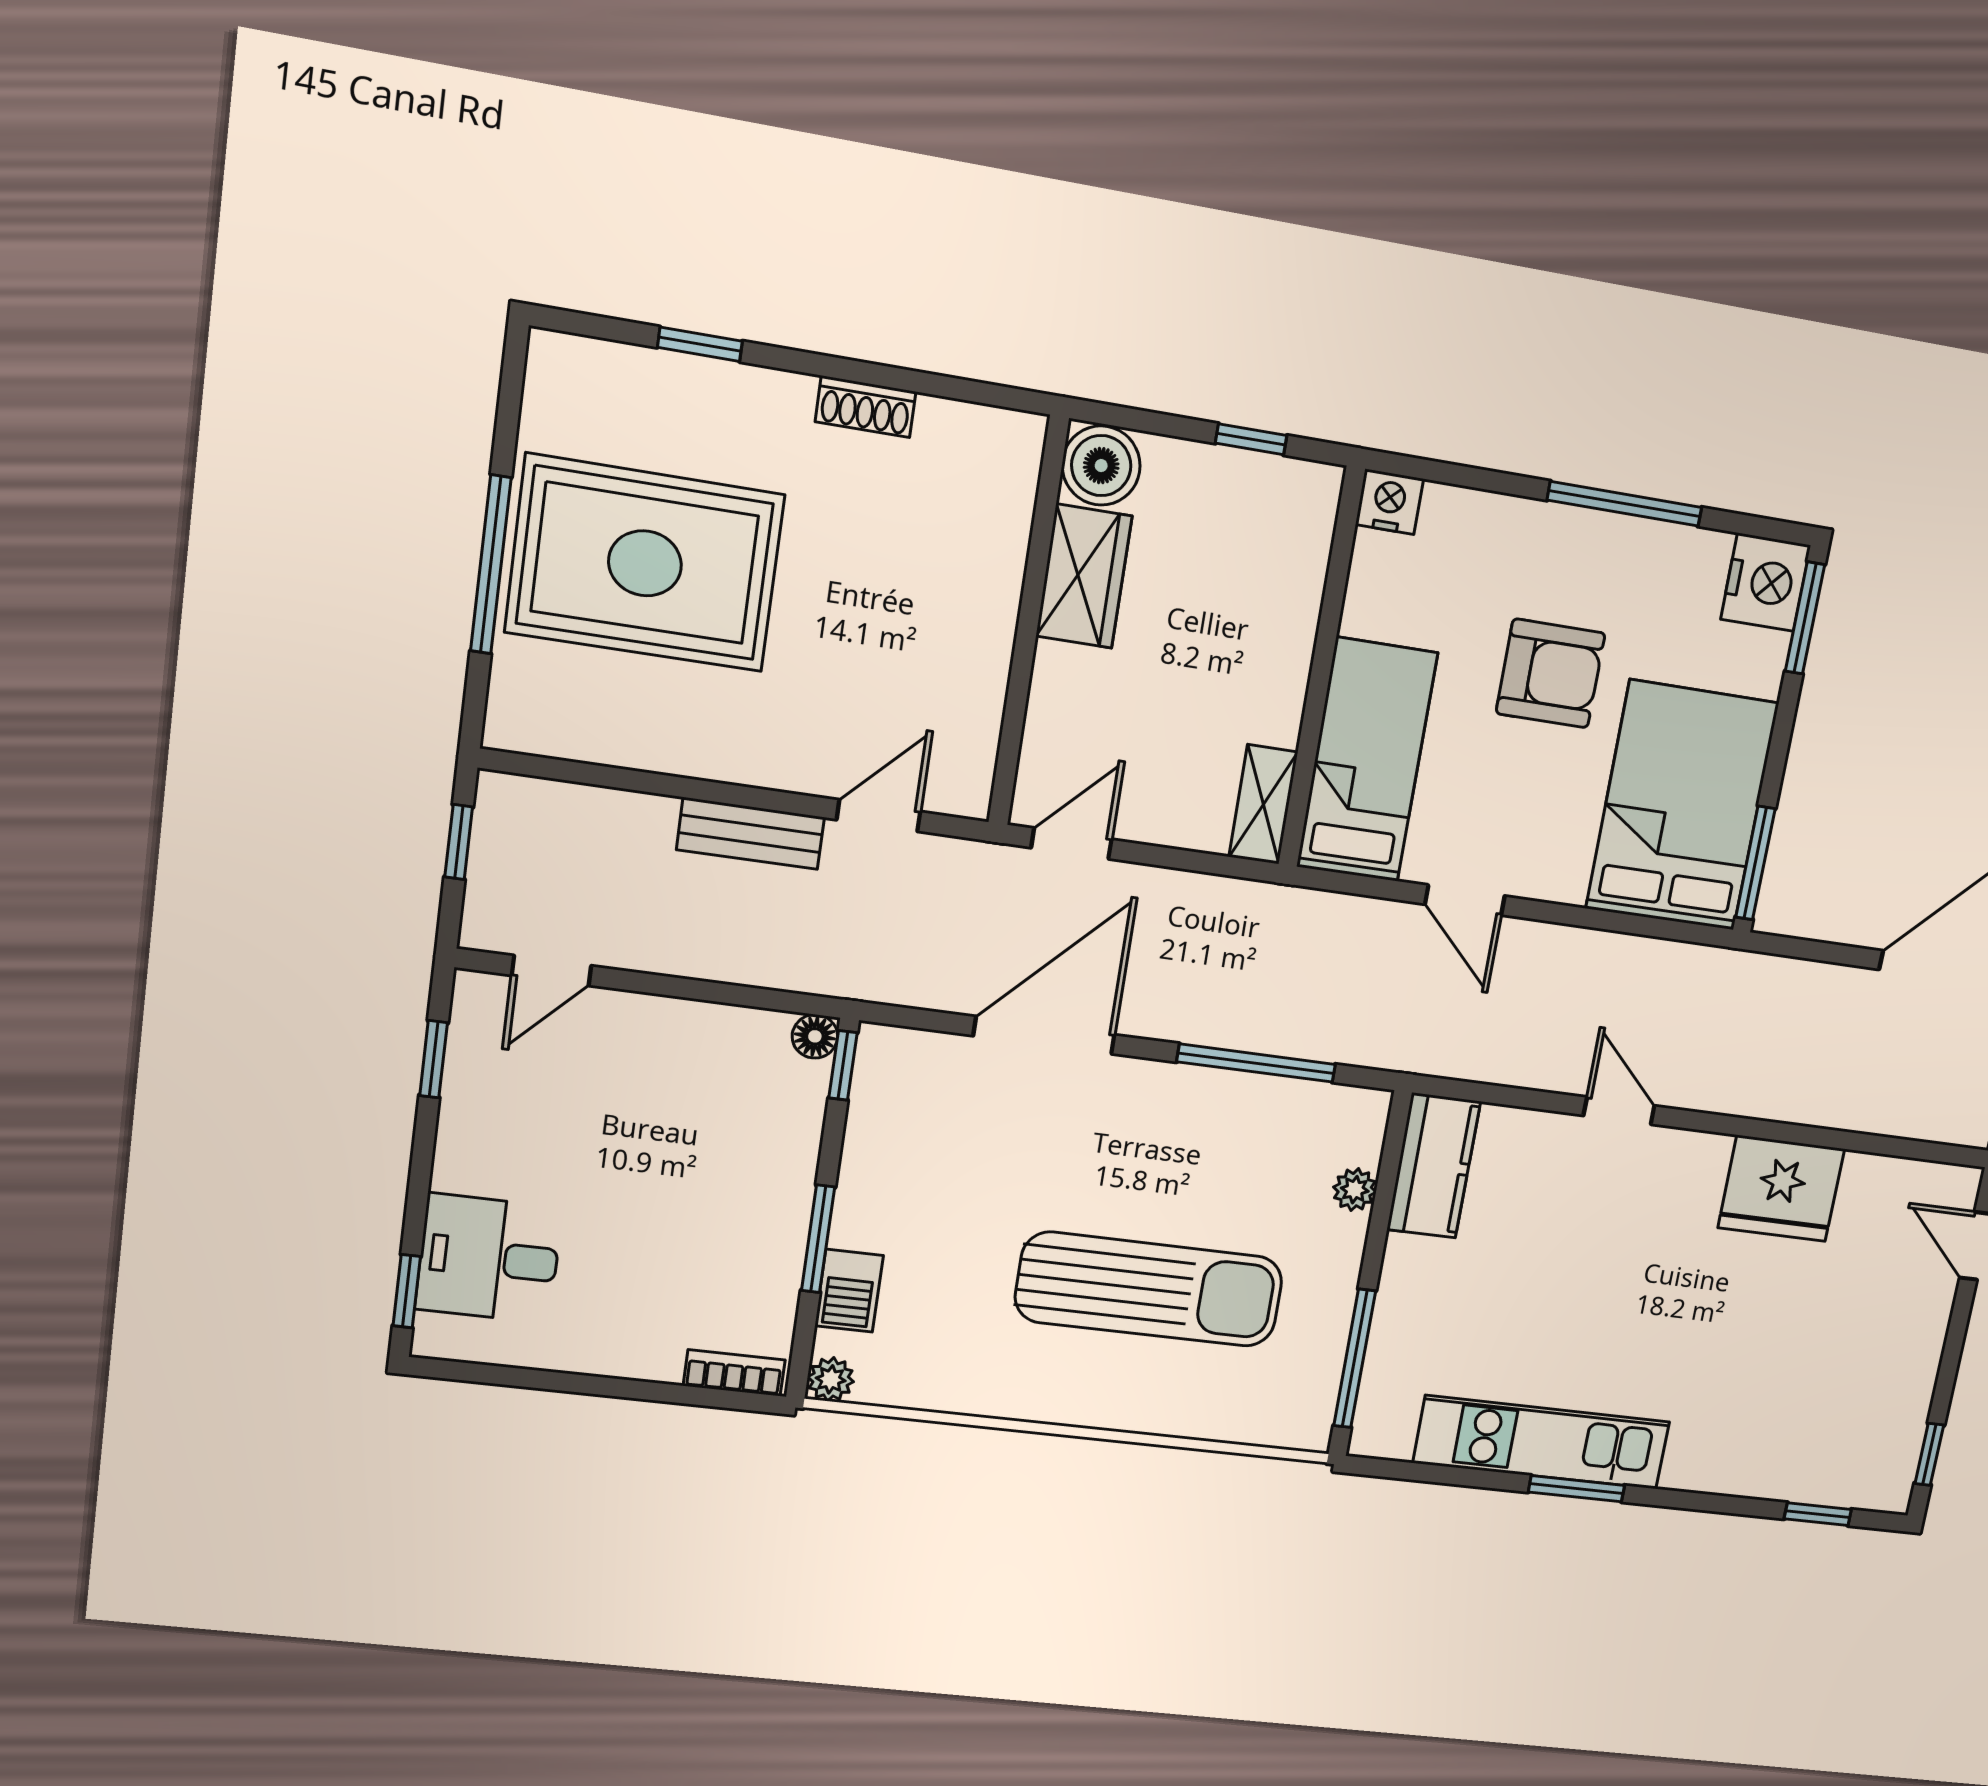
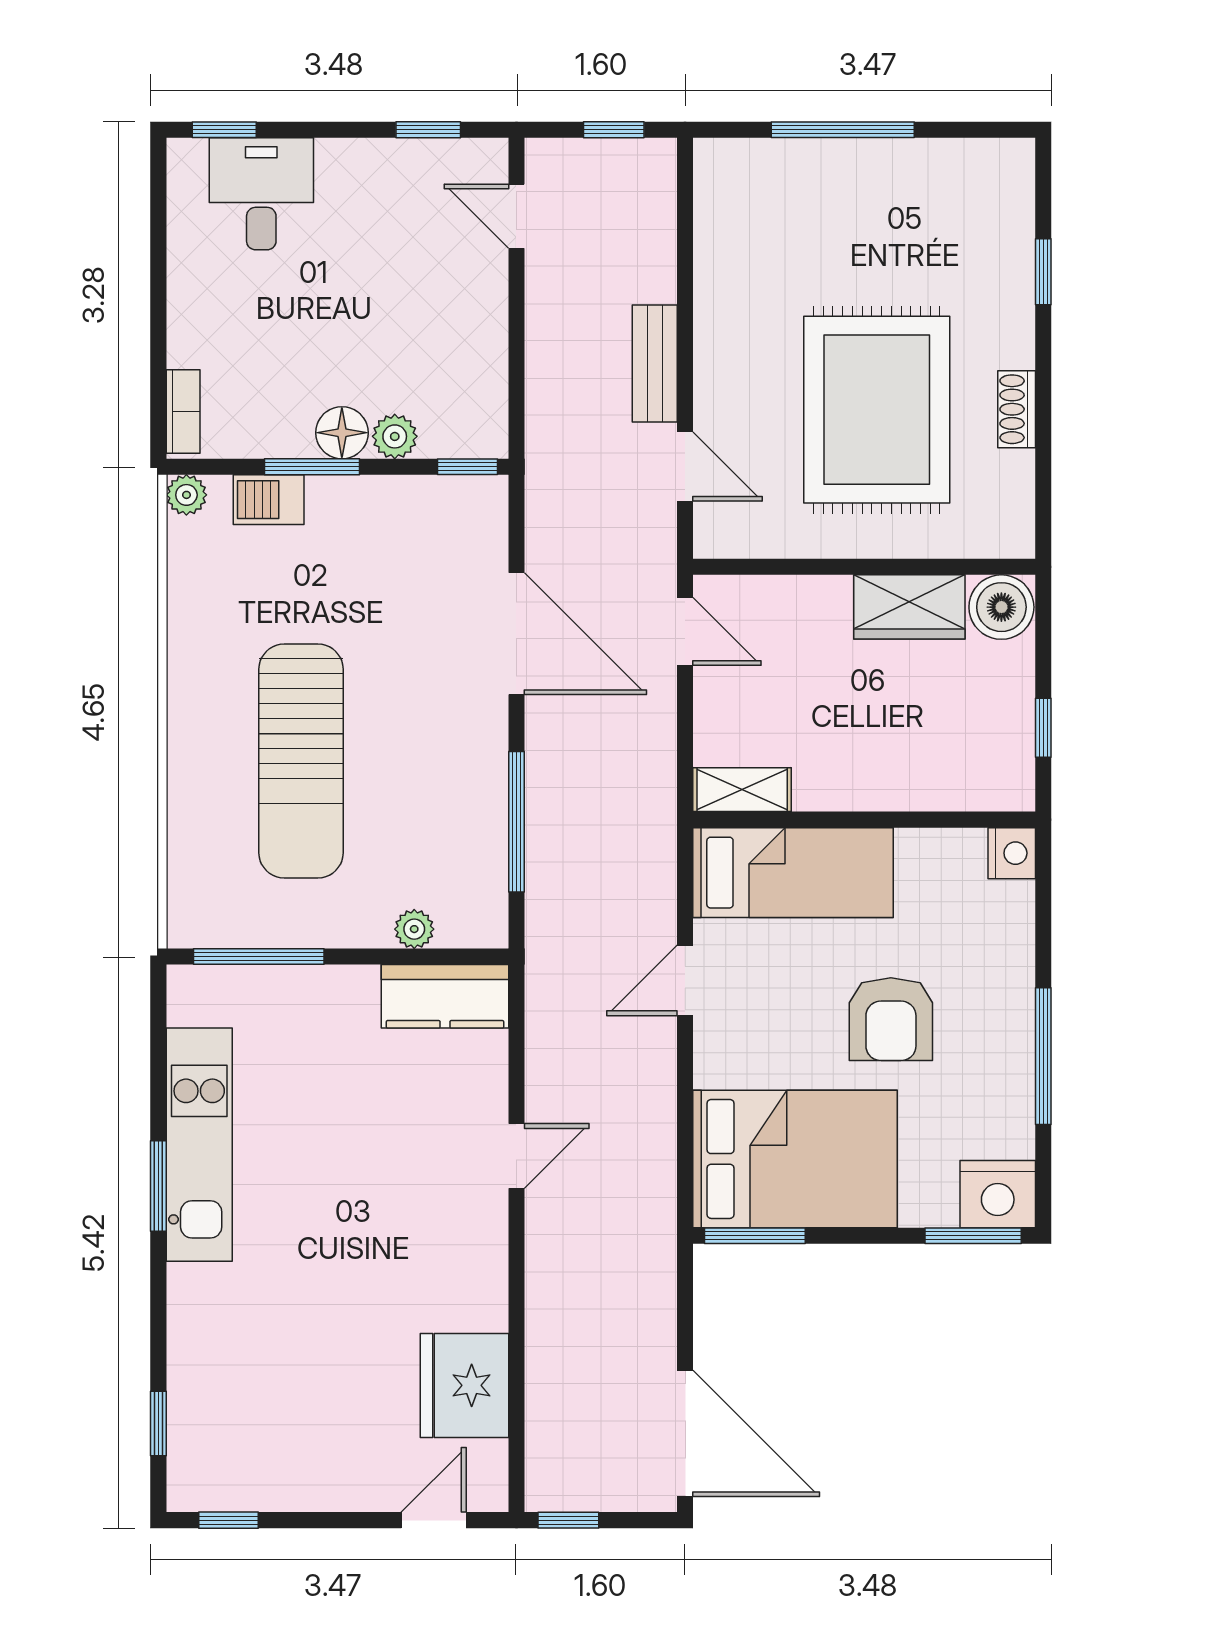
rug: (645, 563) -> (877, 410), moved
floor lamp: (815, 1036) -> (342, 433), moved, width x1.37, depth x1.37
plant: (796, 1143) -> (395, 436), added
fridge: (1781, 1188) -> (464, 1385), moved

